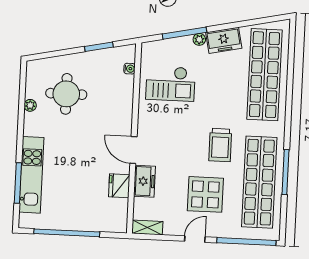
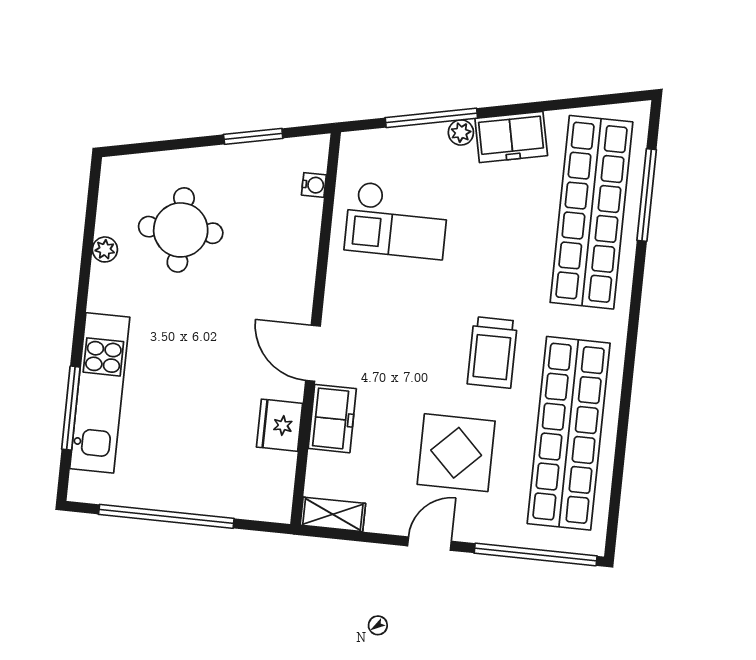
window: (285, 172) -> (647, 195), moved

